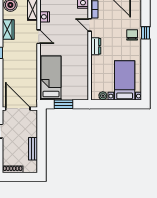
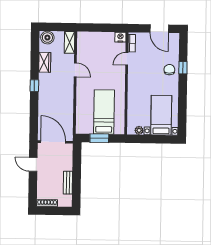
nightstand: (45, 17) -> (82, 50), removed
door: (90, 25) -> (127, 59), hinge flipped
dresser: (96, 46) -> (133, 80), removed
bed: (51, 78) -> (104, 112), moved

